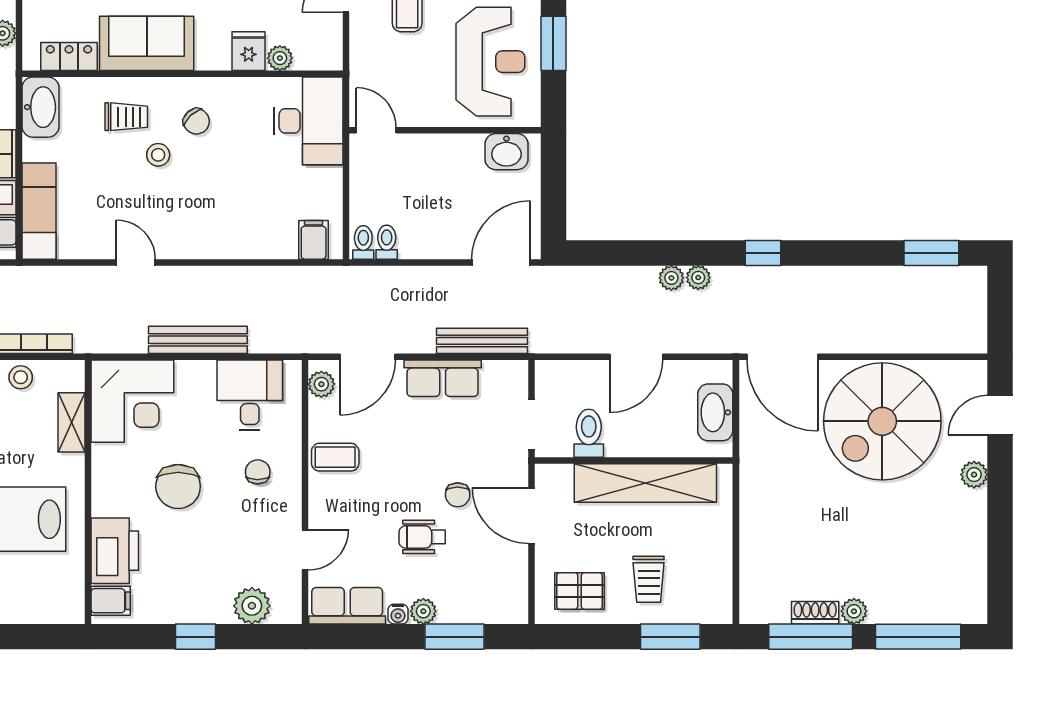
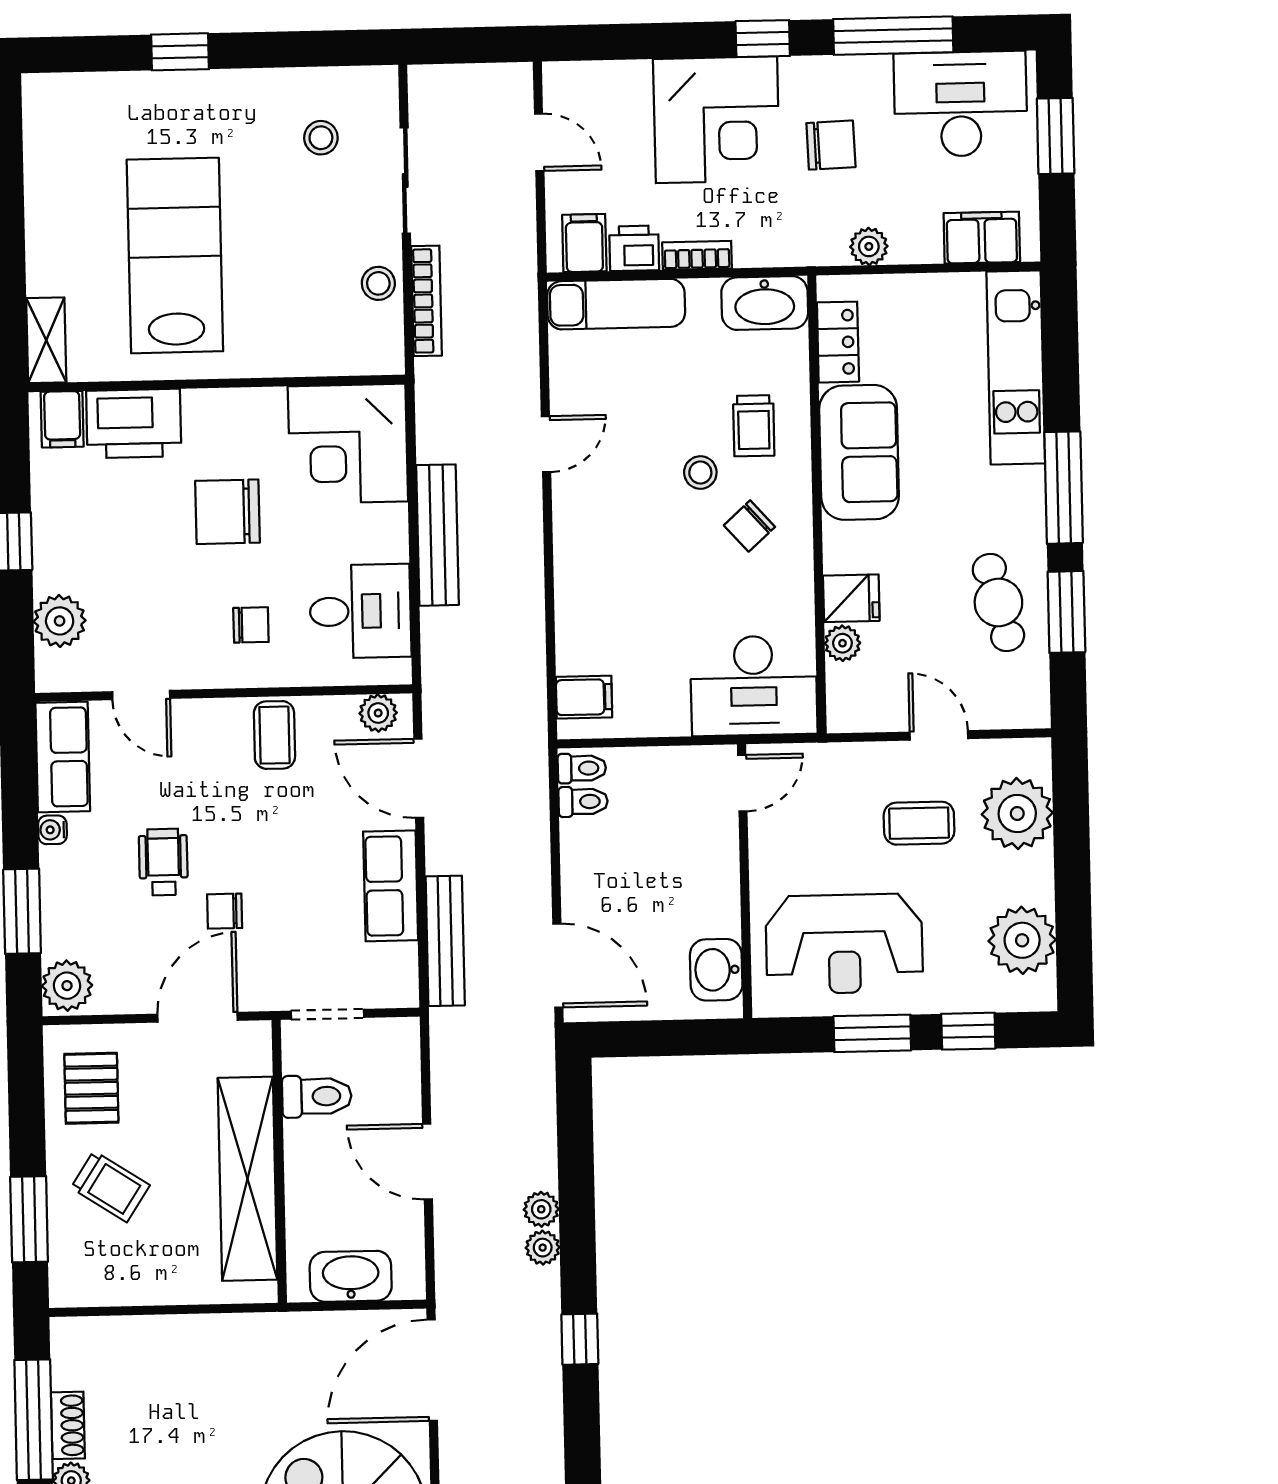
shelving: (72, 422) -> (46, 340), moved, turned 90
trolley: (649, 579) -> (110, 1186), turned -147
plant: (423, 611) -> (67, 986), moved, width x1.38, depth x1.38

